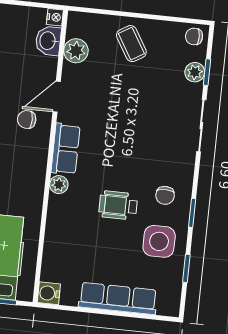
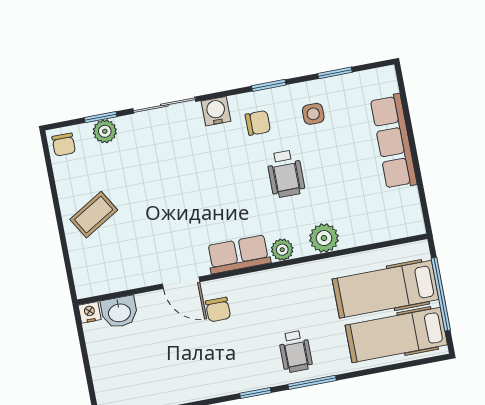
plant: (76, 51) -> (324, 238), moved
side table: (159, 241) -> (313, 114), width x0.54, depth x0.54
water cooler: (49, 293) -> (216, 111), moved, turned 180

